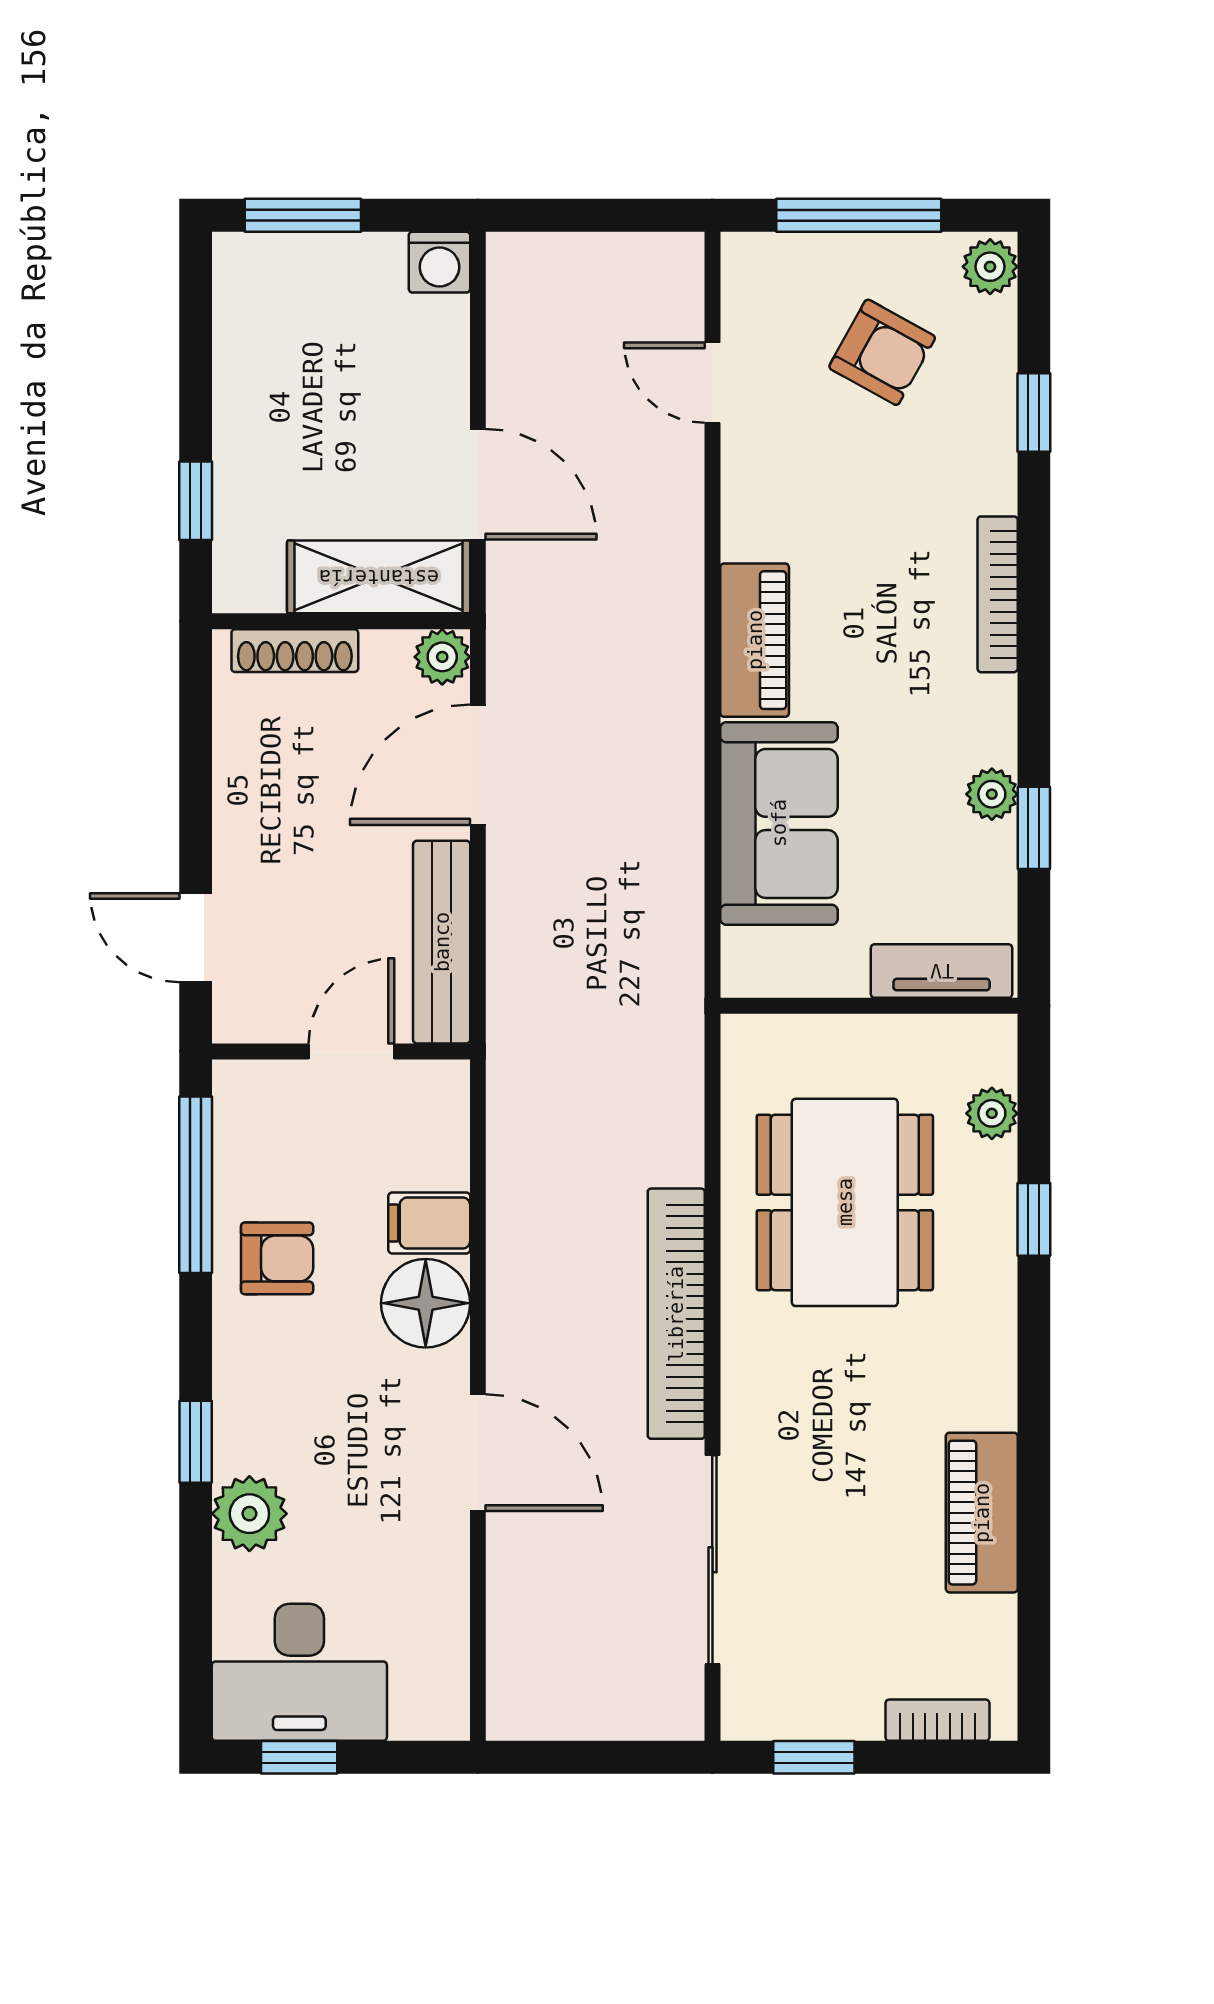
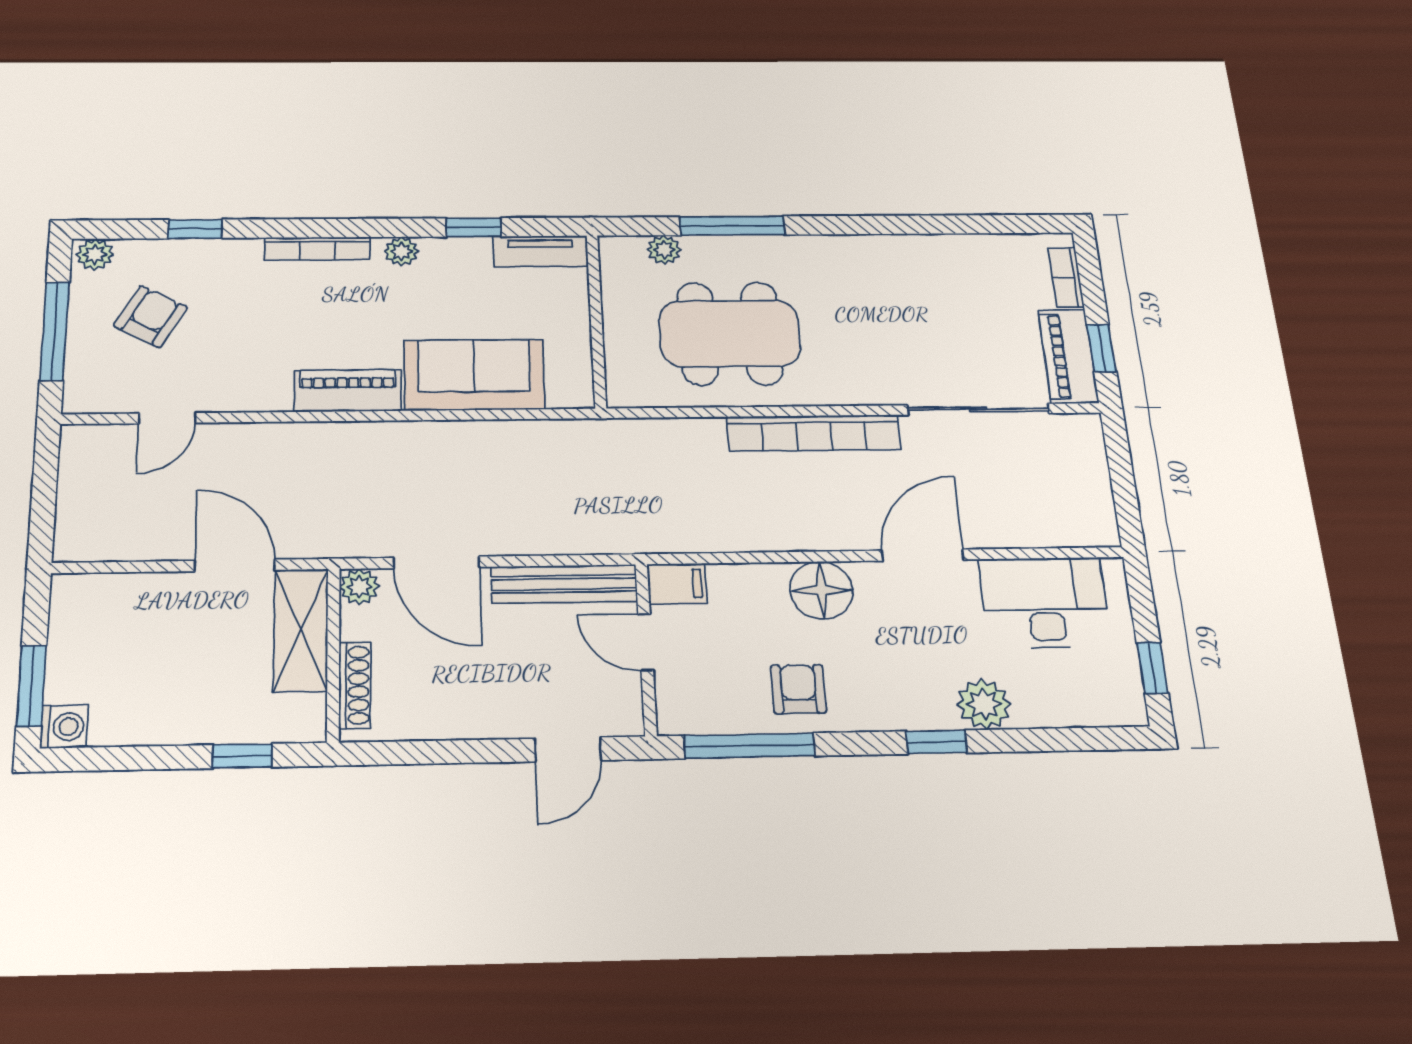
washing machine: (439, 262) -> (64, 727), moved
door: (478, 484) -> (235, 565), hinge flipped
plant: (992, 794) -> (401, 251), moved
tv unit: (942, 971) -> (541, 251), moved, turned -90
window: (1034, 1219) -> (732, 226), width x2.17
filing cabinet: (429, 1223) -> (677, 584), moved, turned -90
piano: (982, 1513) -> (1068, 356), moved, turned 90
desk: (299, 1672) -> (1045, 602), moved, turned -90

